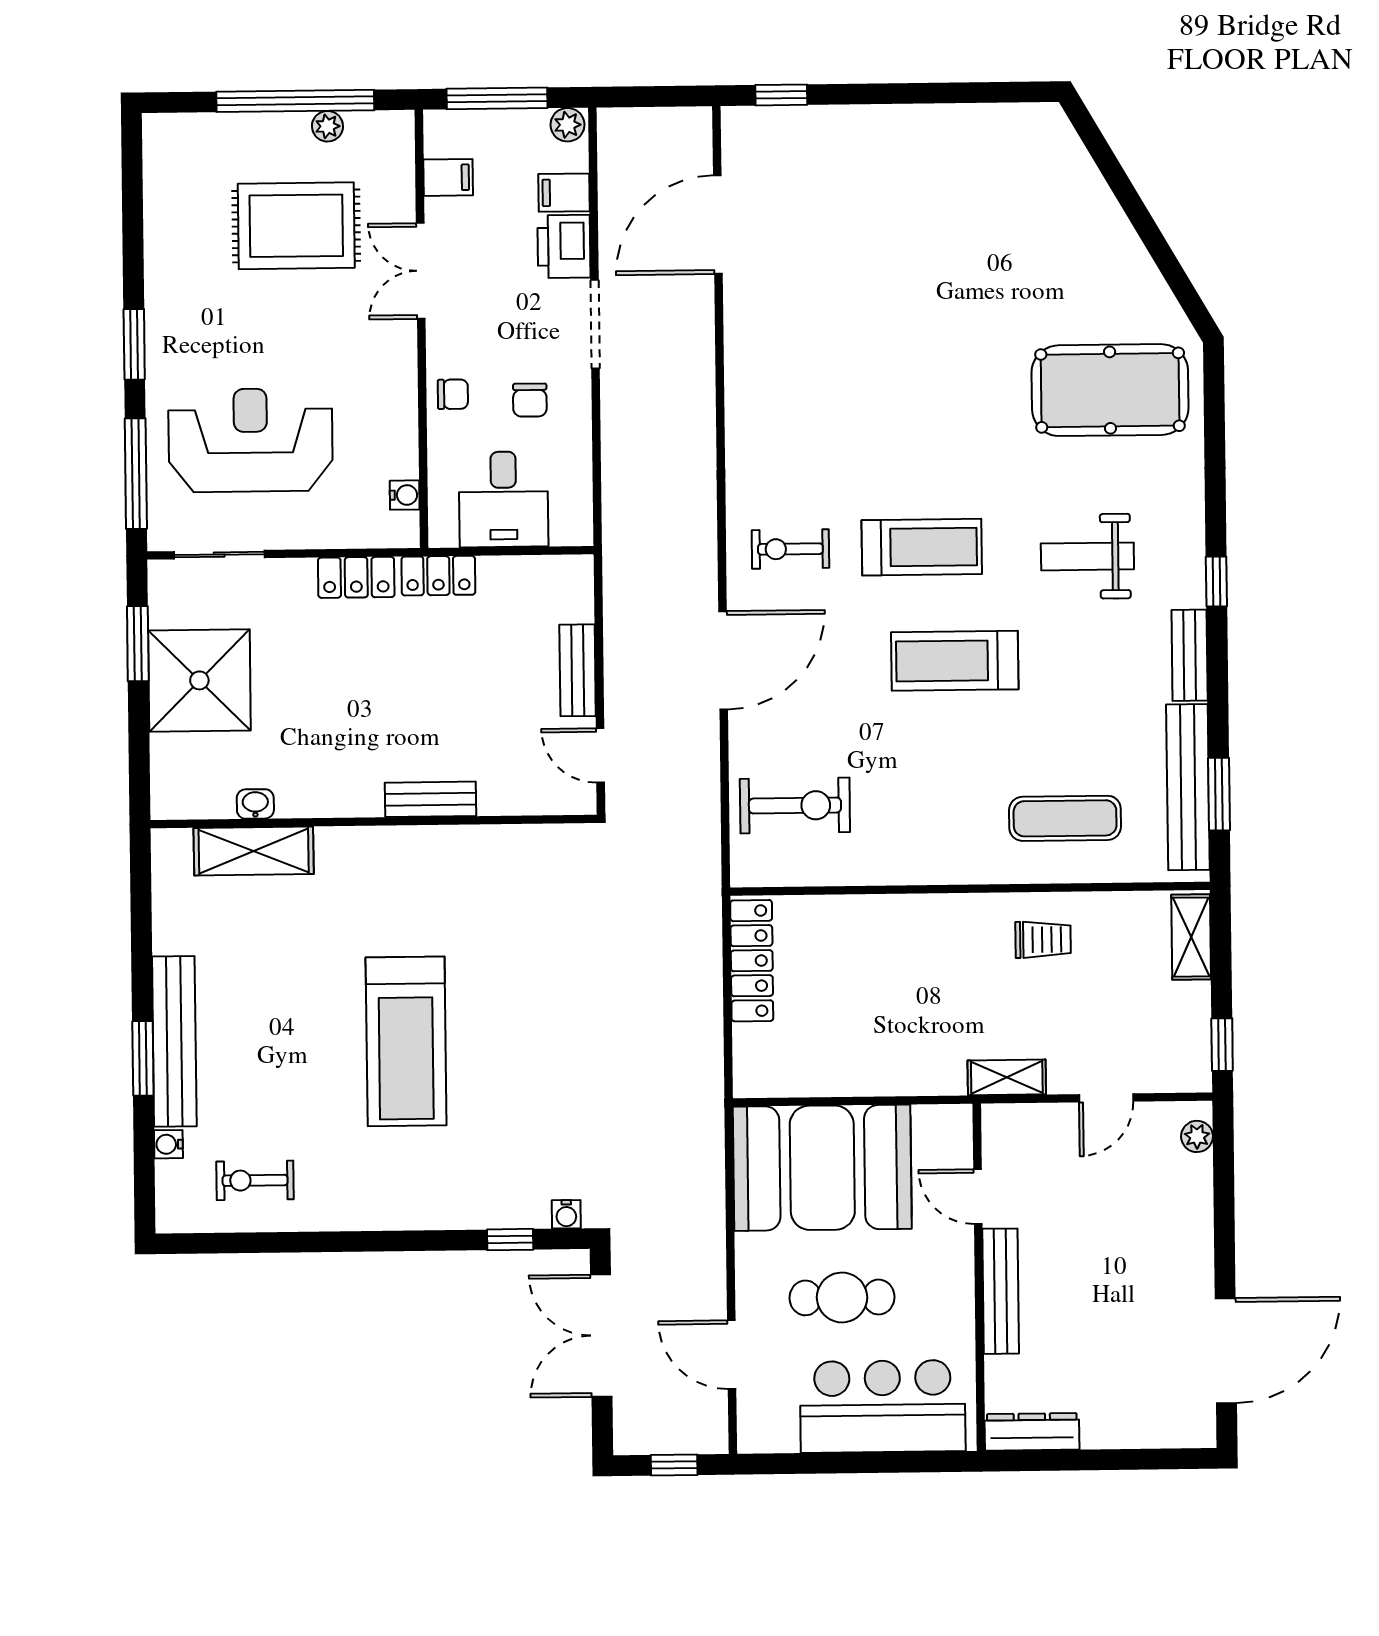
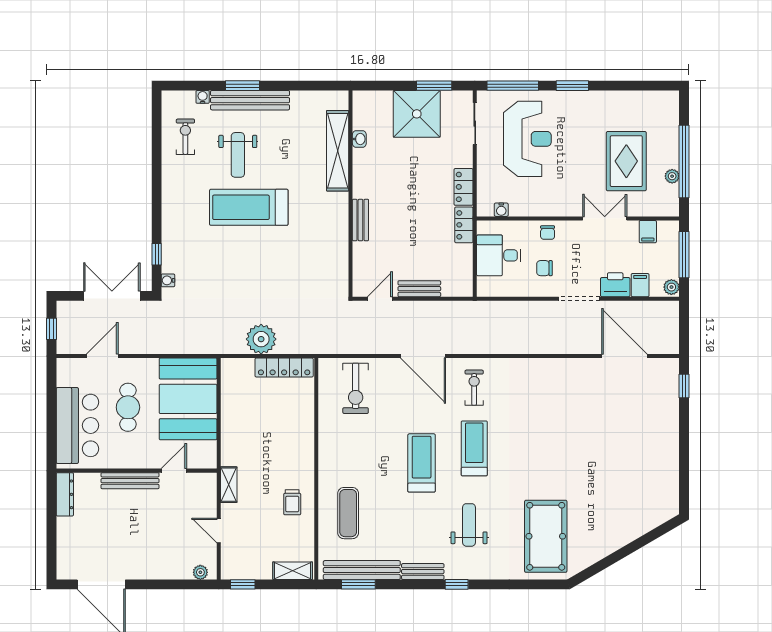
treadmill: (922, 547) -> (474, 448), turned 180
shelving: (254, 851) -> (338, 151), width x1.47
plant: (691, 1011) -> (261, 339), added
weight bench: (293, 1066) -> (238, 155), added

